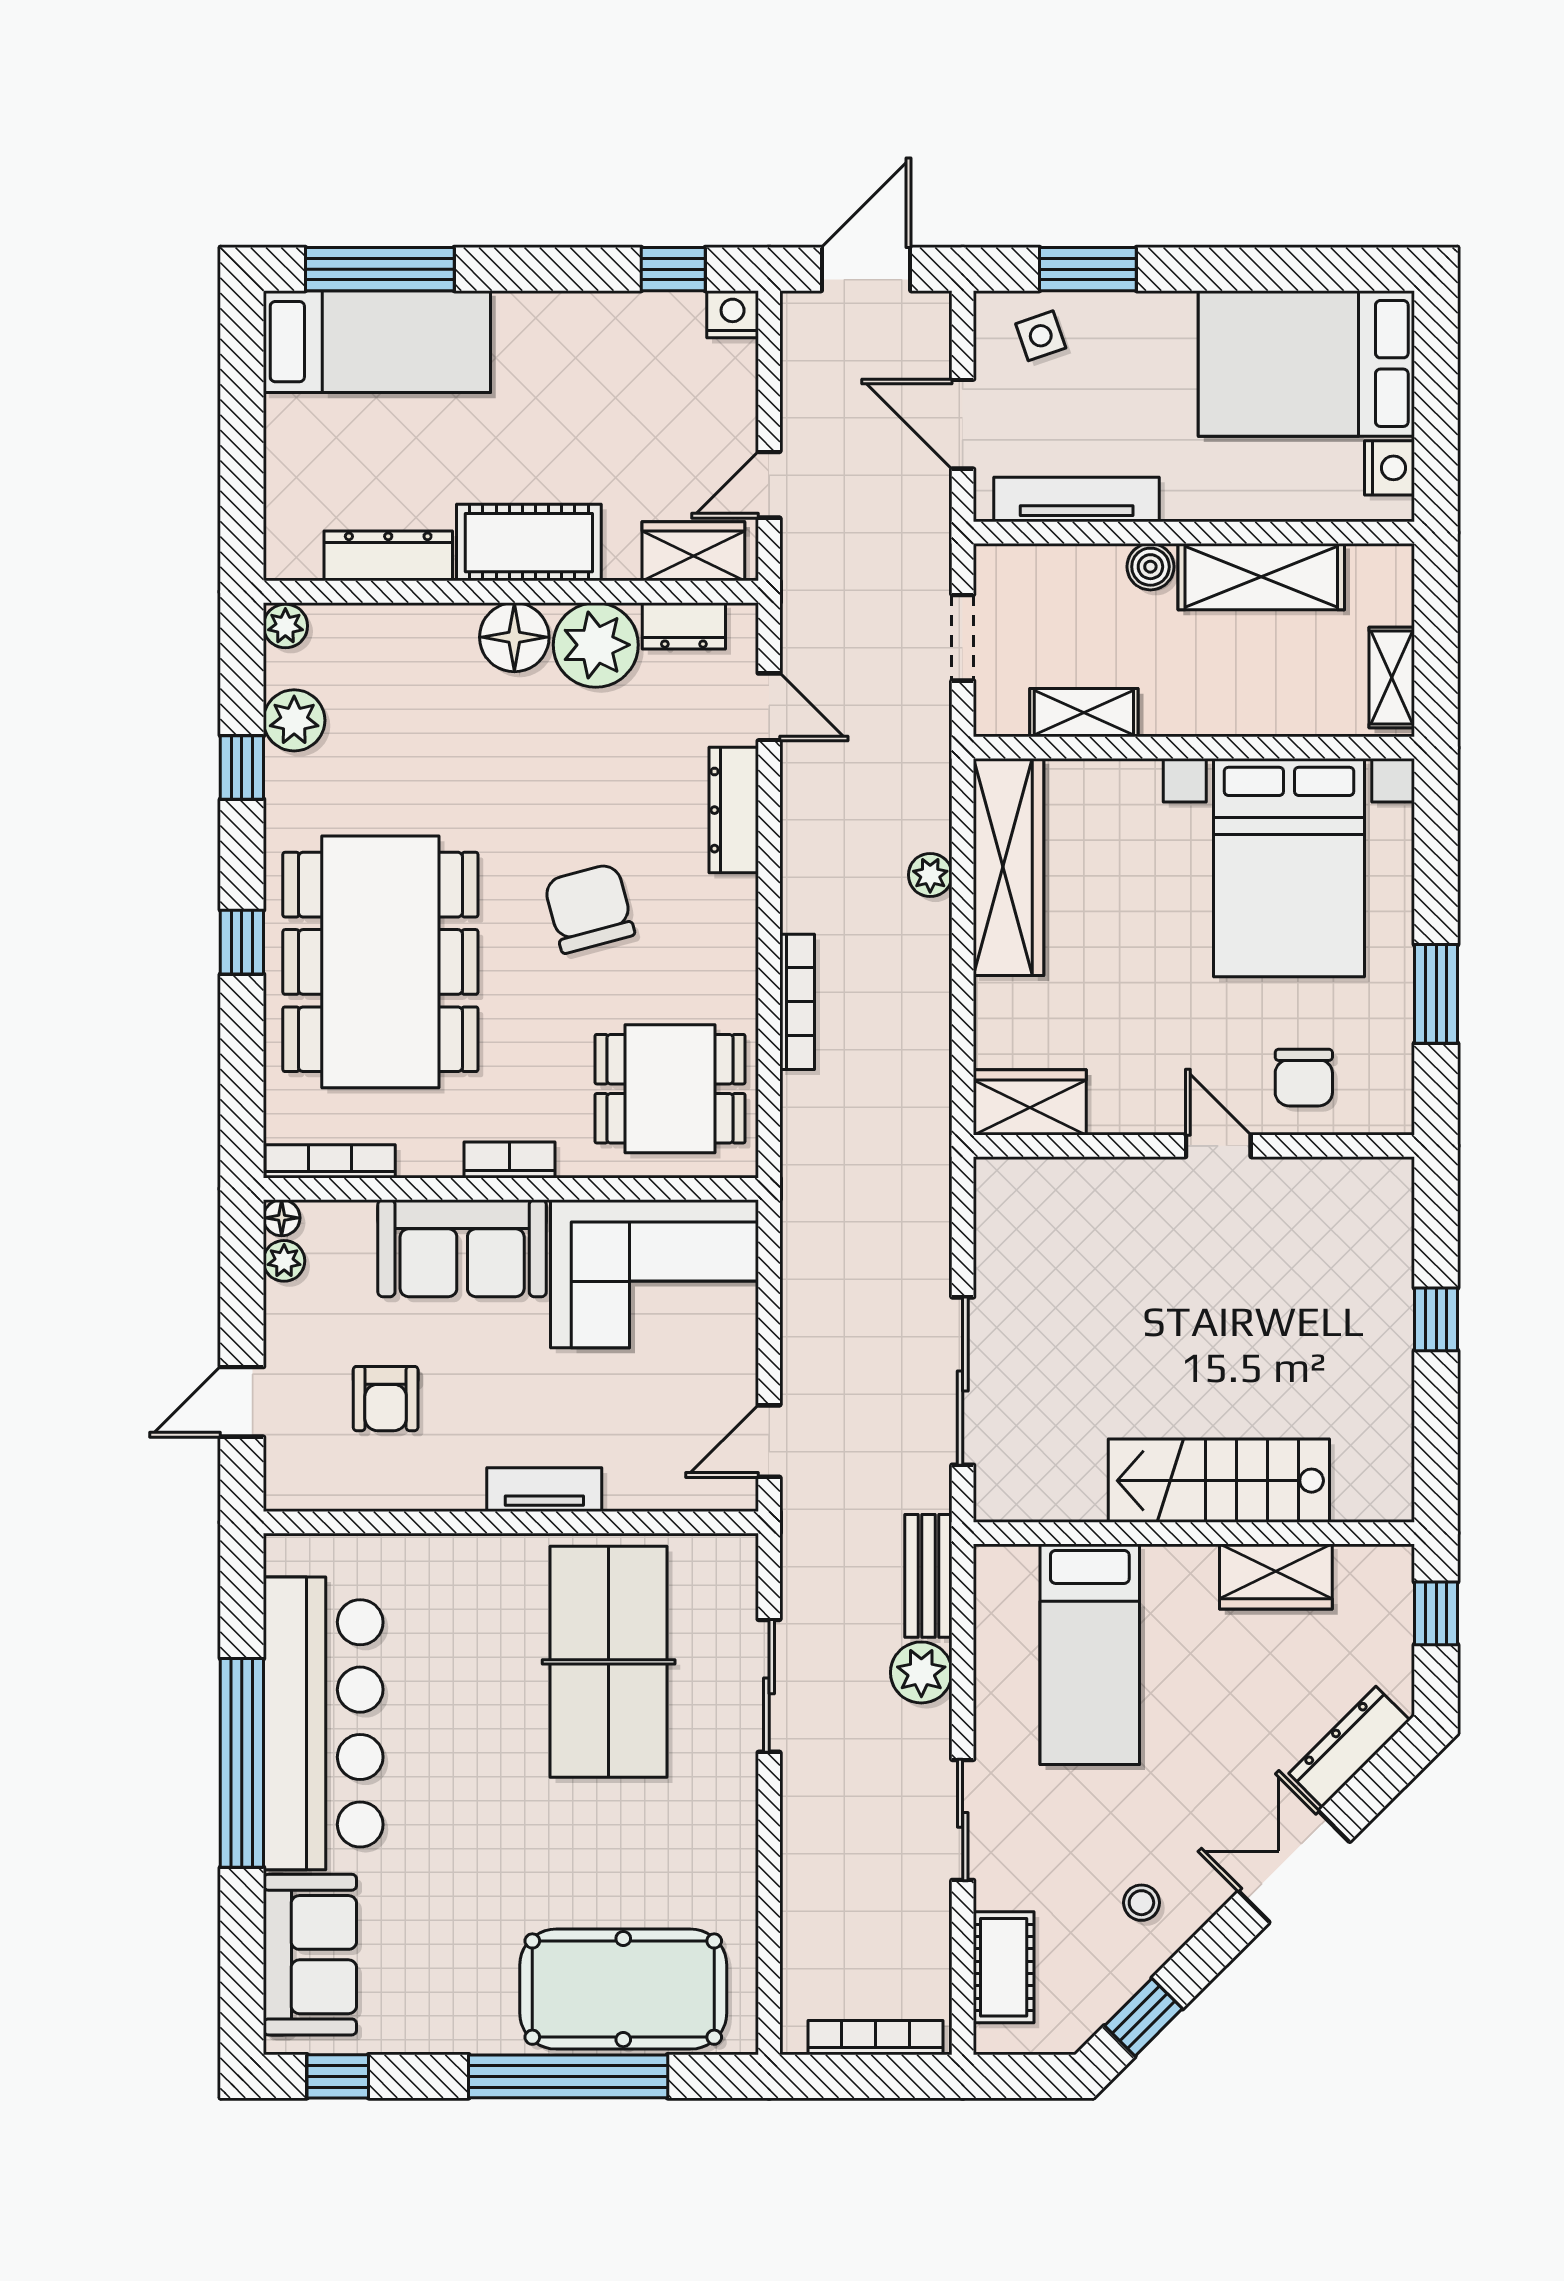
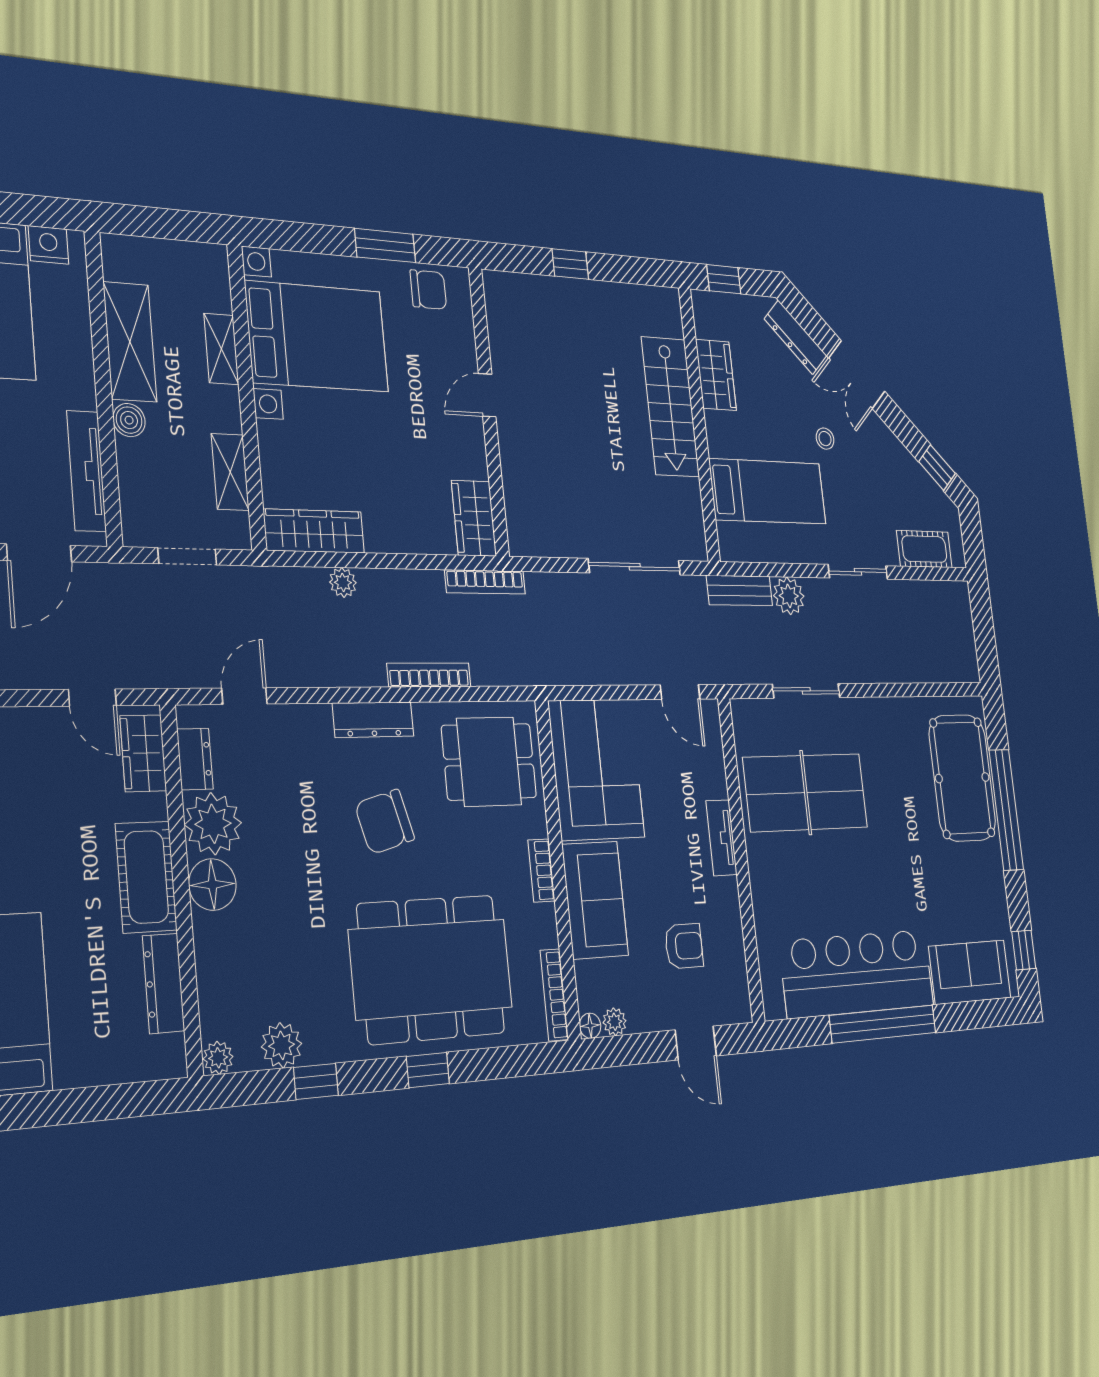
shelving: (1392, 677) -> (221, 349), moved, turned 90
dresser: (734, 810) -> (373, 720), moved
wardrobe: (1009, 867) -> (314, 531), width x0.71, depth x0.85
chair: (1304, 1078) -> (428, 290), moved
dining table: (670, 1089) -> (489, 762), turned 90
stool: (1141, 1903) -> (825, 439), moved
bookcase: (876, 2038) -> (485, 582), moved, turned -90

